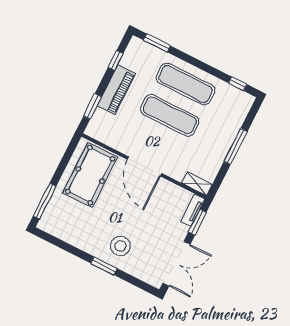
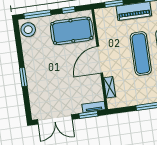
window: (64, 163) -> (69, 10), added
shelving: (197, 184) -> (110, 87), moved
stool: (120, 246) -> (28, 30), moved

